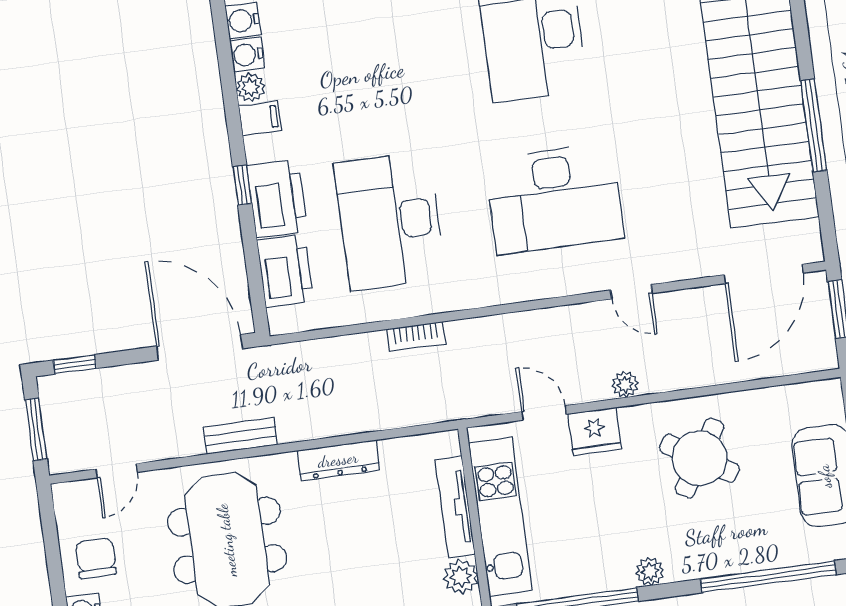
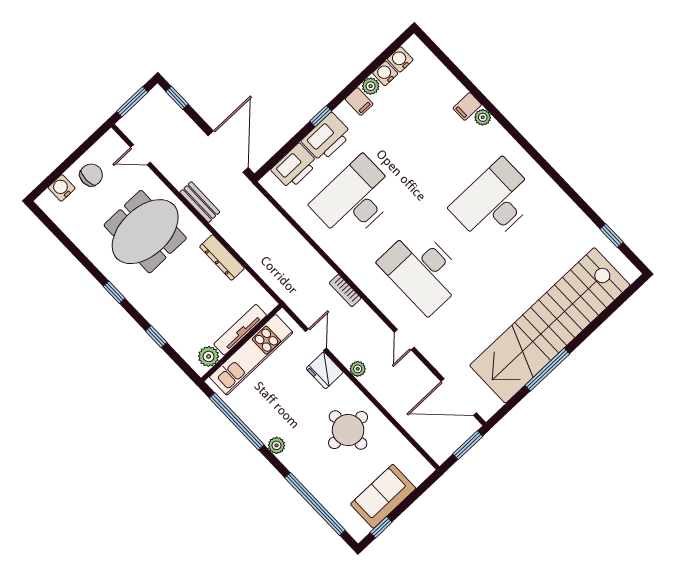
bookcase: (416, 336) -> (345, 291), moved
round table: (700, 458) -> (348, 430), turned -32

